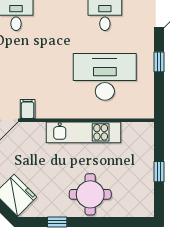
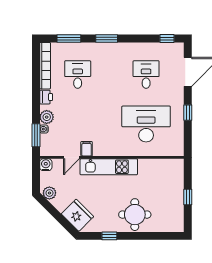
kitchen unit: (84, 132) -> (109, 167), moved

